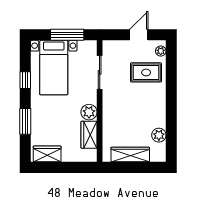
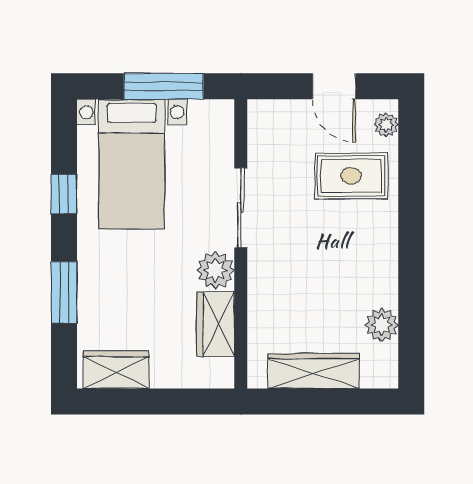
door: (139, 35) -> (334, 86), swing flipped
sliding door: (100, 72) -> (241, 208), moved

